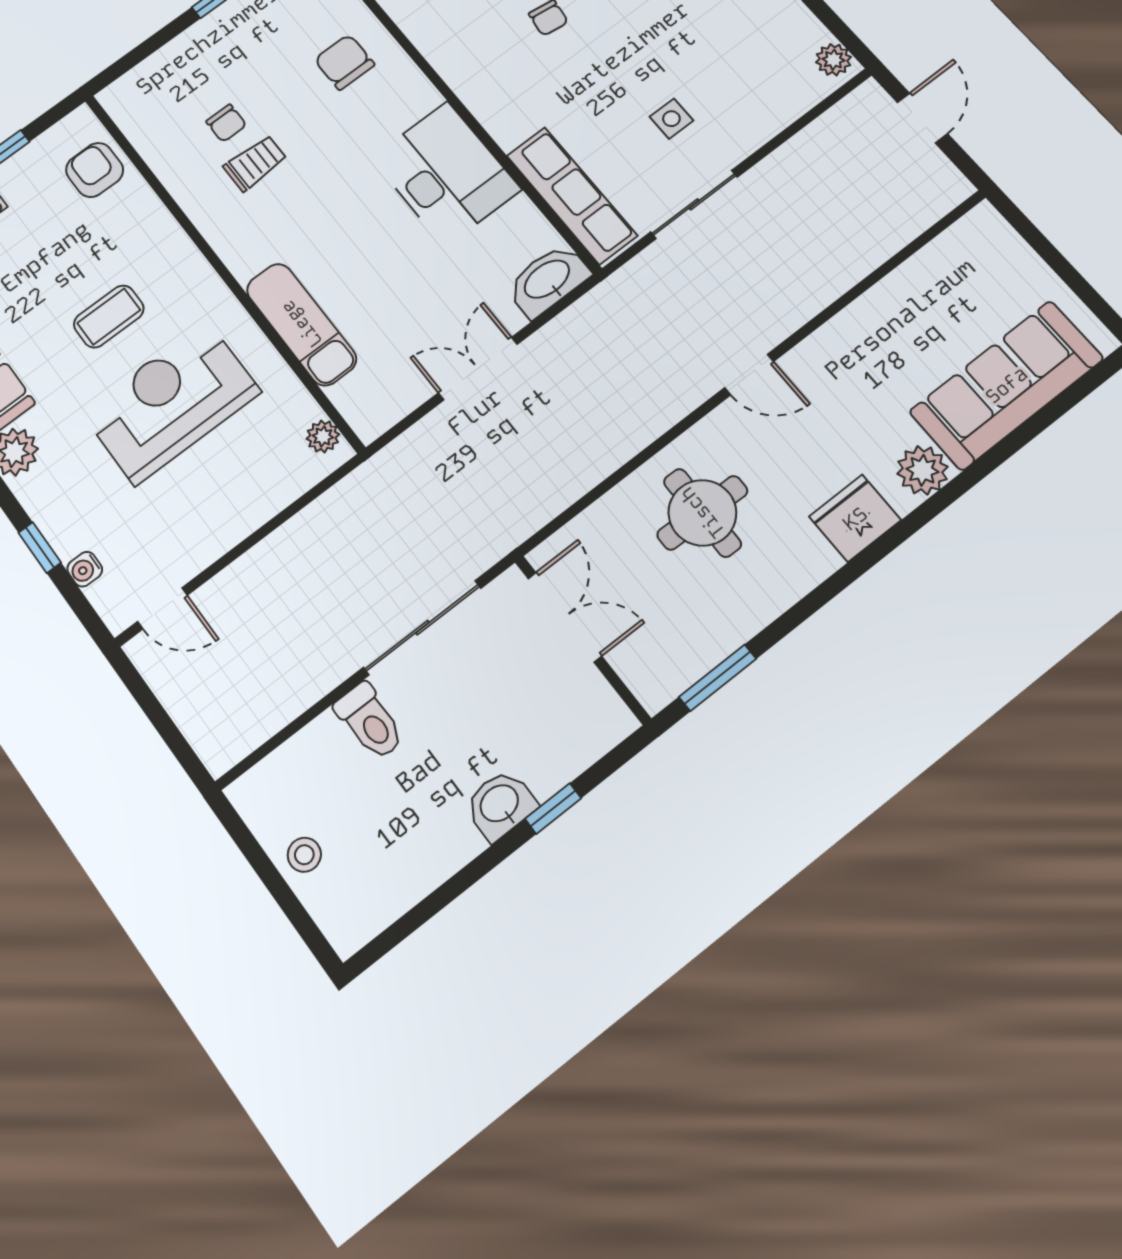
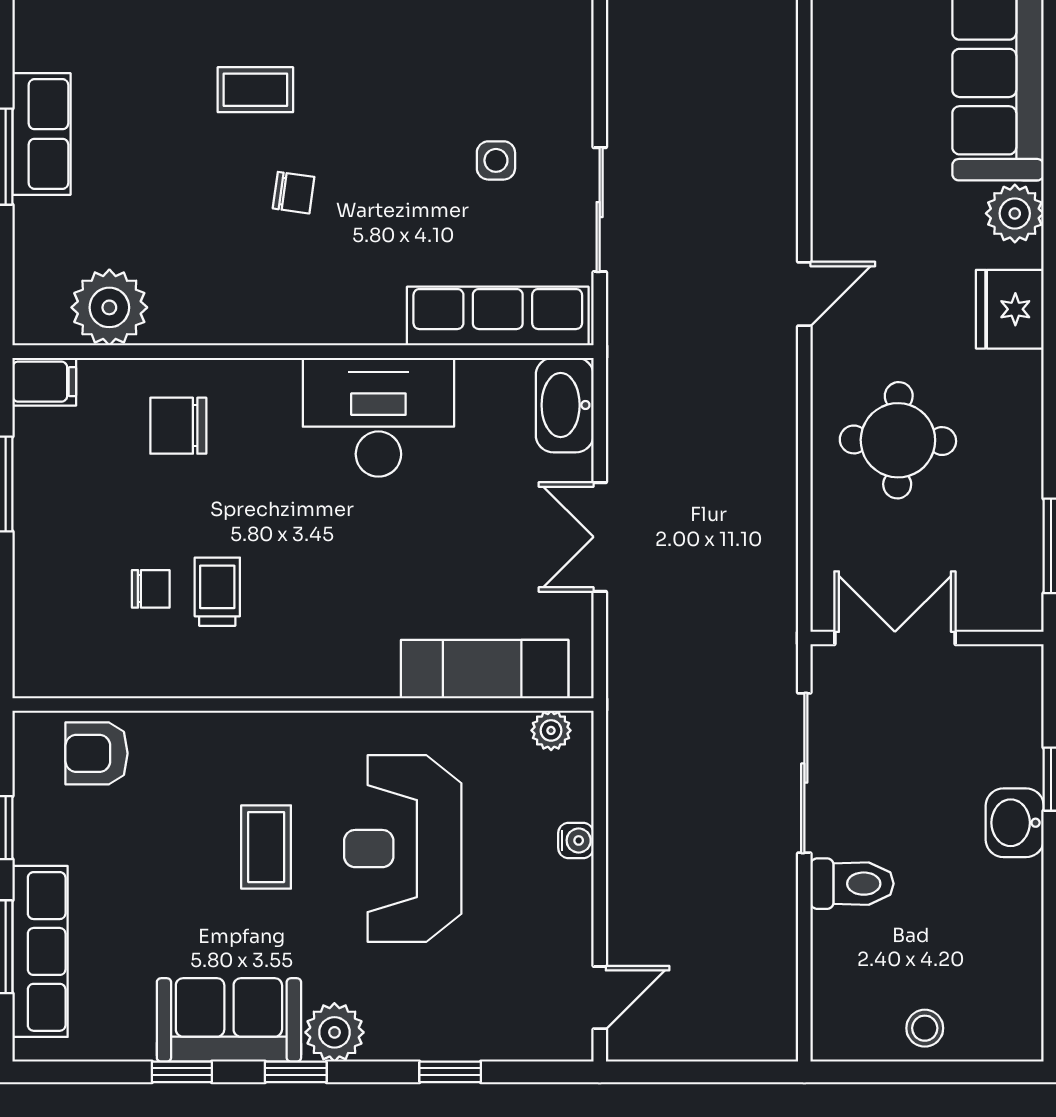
exam couch: (301, 324) -> (485, 669), moved
water cooler: (85, 569) -> (576, 840), moved, turned -90

